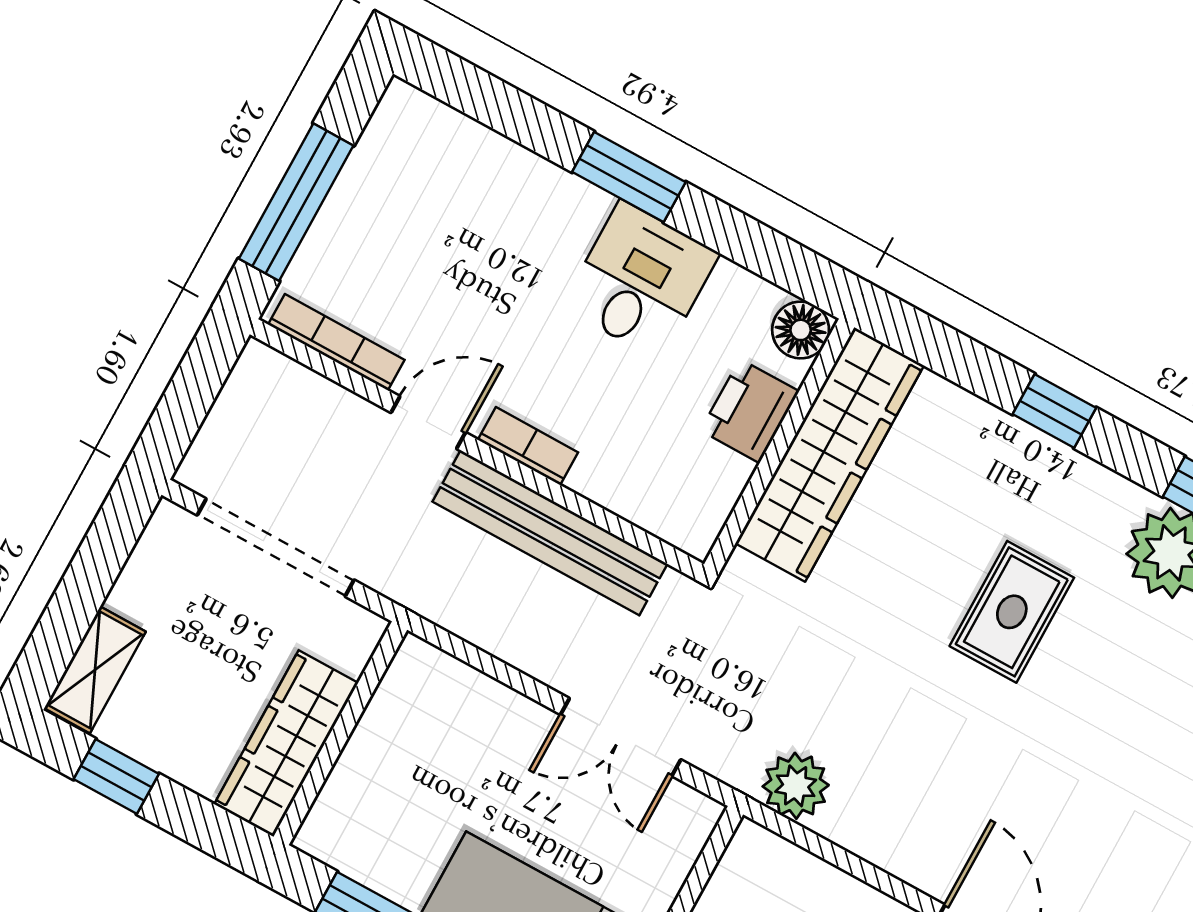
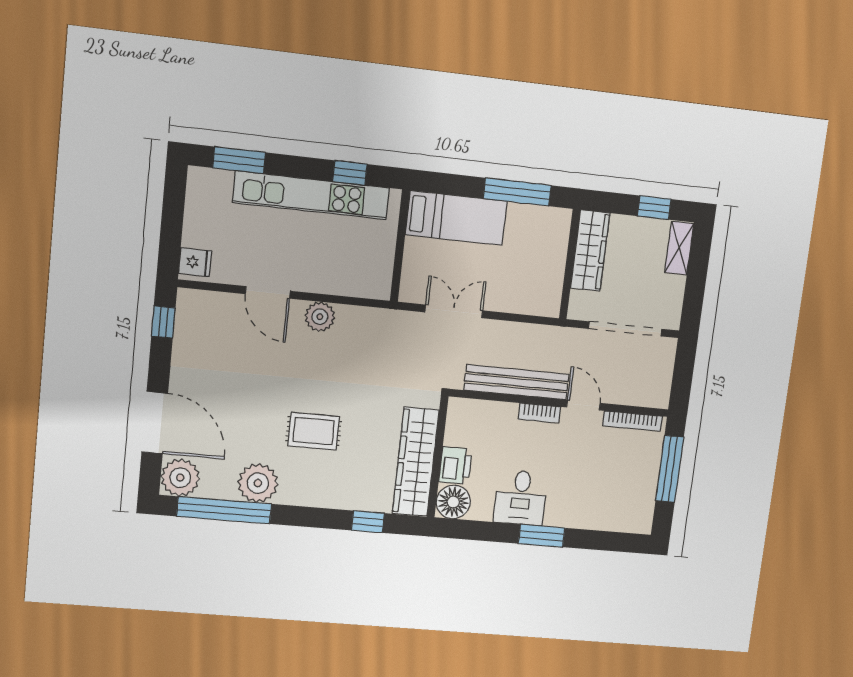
floor lamp: (801, 330) -> (453, 502), width x1.38, depth x1.38
window: (1054, 411) -> (368, 522), moved
door: (428, 423) -> (583, 405), swing flipped
rug: (1012, 612) -> (314, 431), turned 90
plant: (796, 786) -> (320, 317), moved

